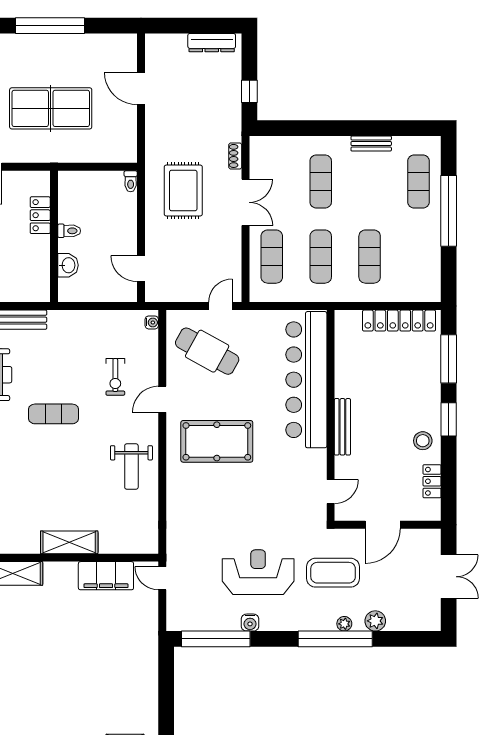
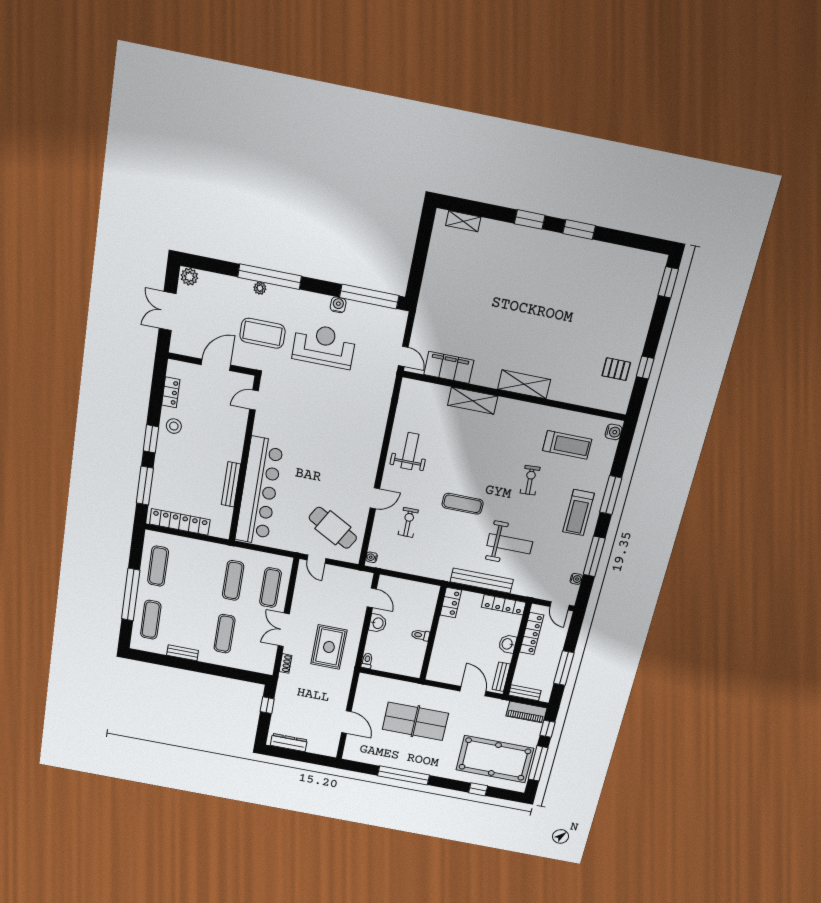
locker: (40, 215) -> (451, 603), moved
exercise mat: (370, 257) -> (158, 566), moved
washbasin: (68, 265) -> (378, 623), moved, turned 180
door: (220, 306) -> (316, 559), hinge flipped
bench: (342, 427) -> (231, 484), moved
pool table: (217, 441) -> (338, 458), removed
reception desk: (258, 572) -> (324, 346), turned 180
plant: (375, 621) -> (189, 277), moved

